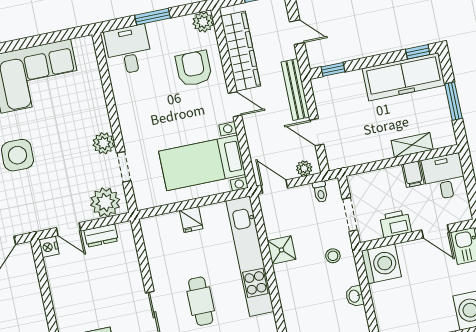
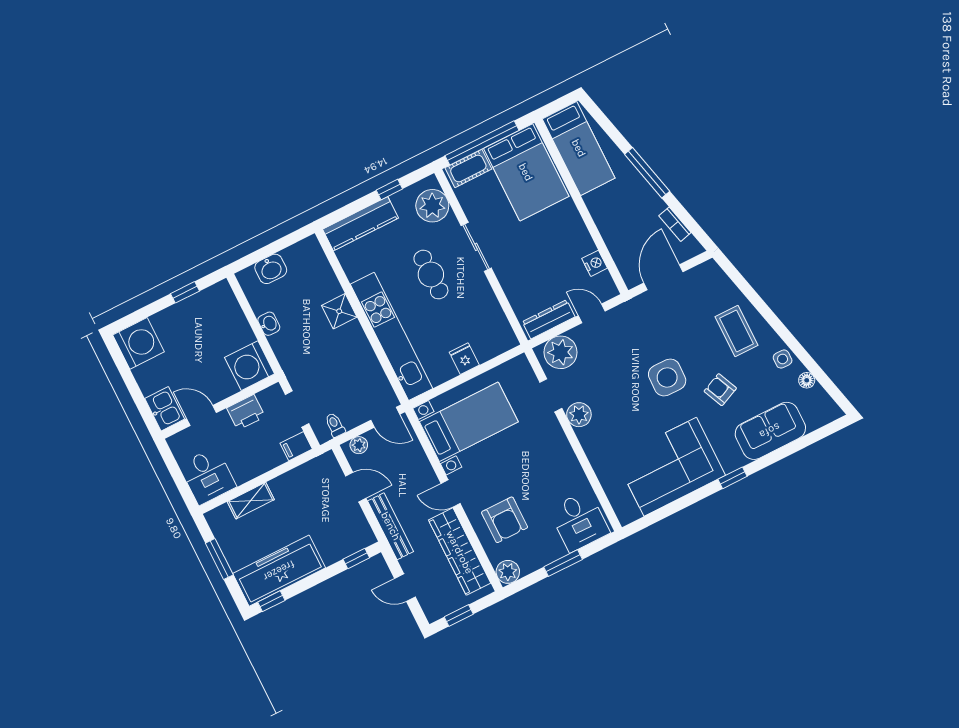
filing cabinet: (413, 174) -> (296, 446), moved, turned -90
dresser: (101, 235) -> (549, 319), width x1.44
nightstand: (49, 247) -> (595, 263), moved
shower: (281, 250) -> (339, 311), moved
stool: (333, 256) -> (303, 360), removed

